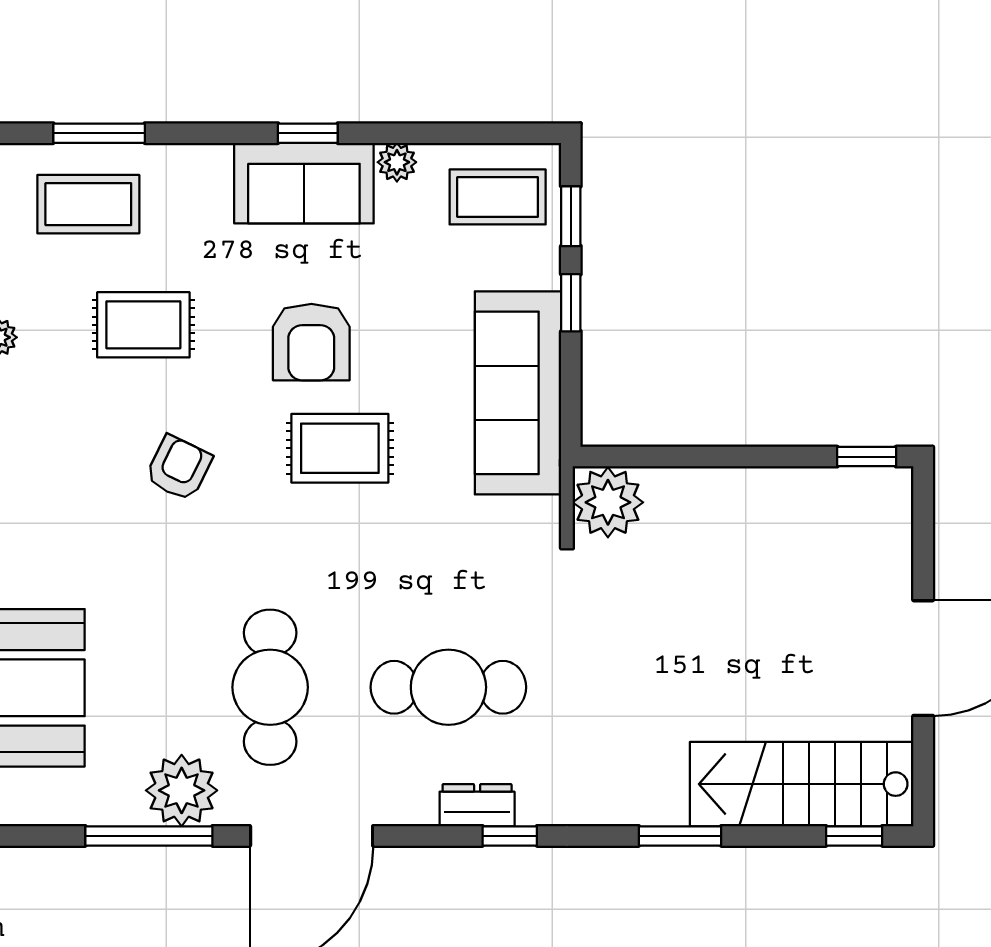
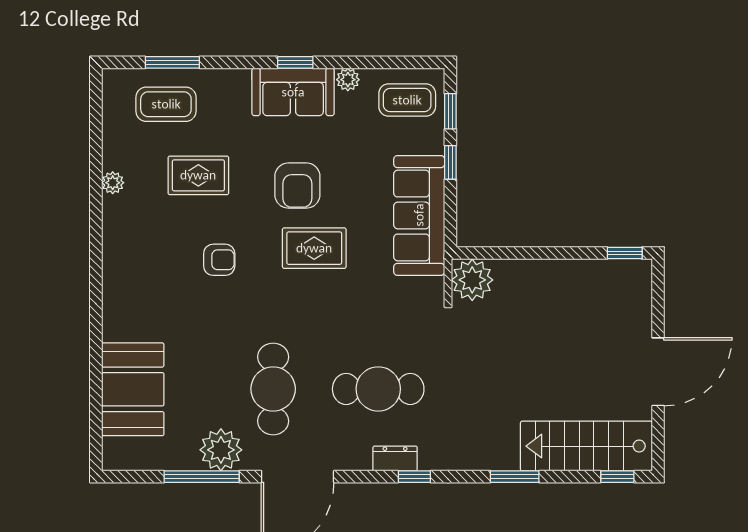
armchair: (179, 468) -> (219, 260), turned 64

